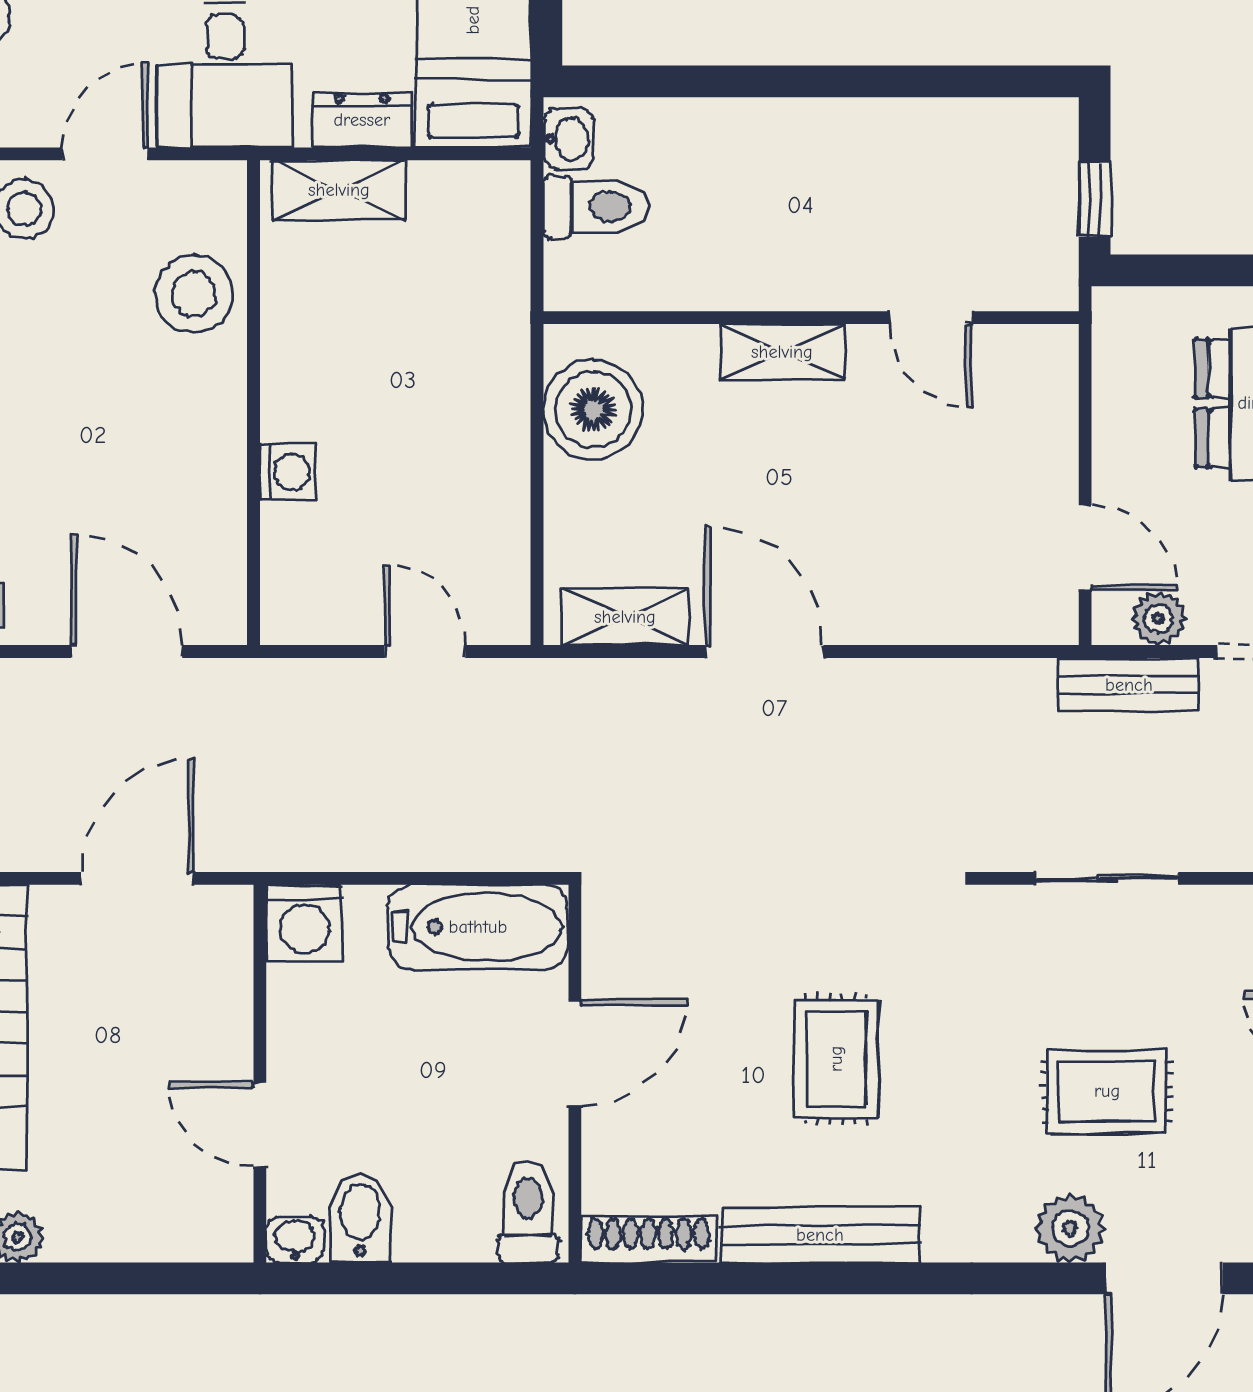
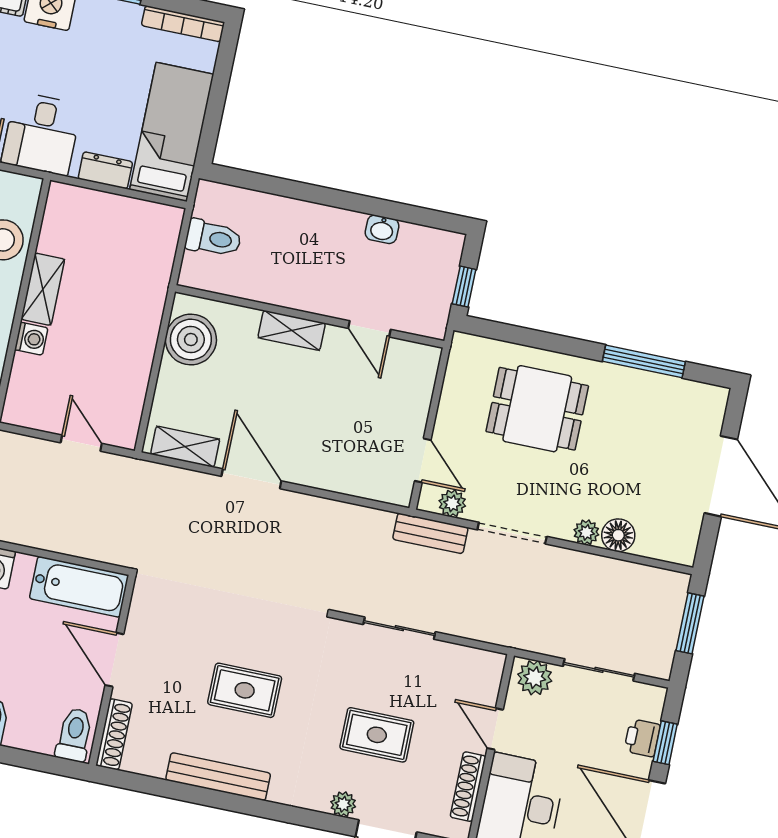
washbasin: (568, 139) -> (382, 229), moved, turned 90
shelving: (339, 190) -> (43, 289), moved, turned 90
door: (575, 1053) -> (114, 660), swing flipped
rug: (836, 1059) -> (245, 690), turned 90
plant: (1070, 1228) -> (343, 804), width x0.73, depth x0.73
shoe rack: (648, 1240) -> (114, 734), moved, turned 90

